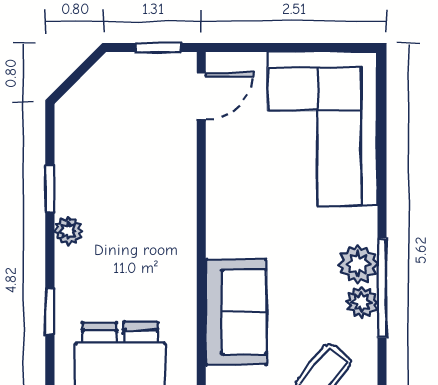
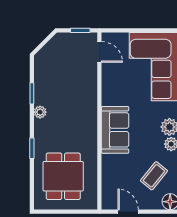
door: (201, 96) -> (99, 52), hinge flipped
sofa: (236, 312) -> (115, 130), moved

